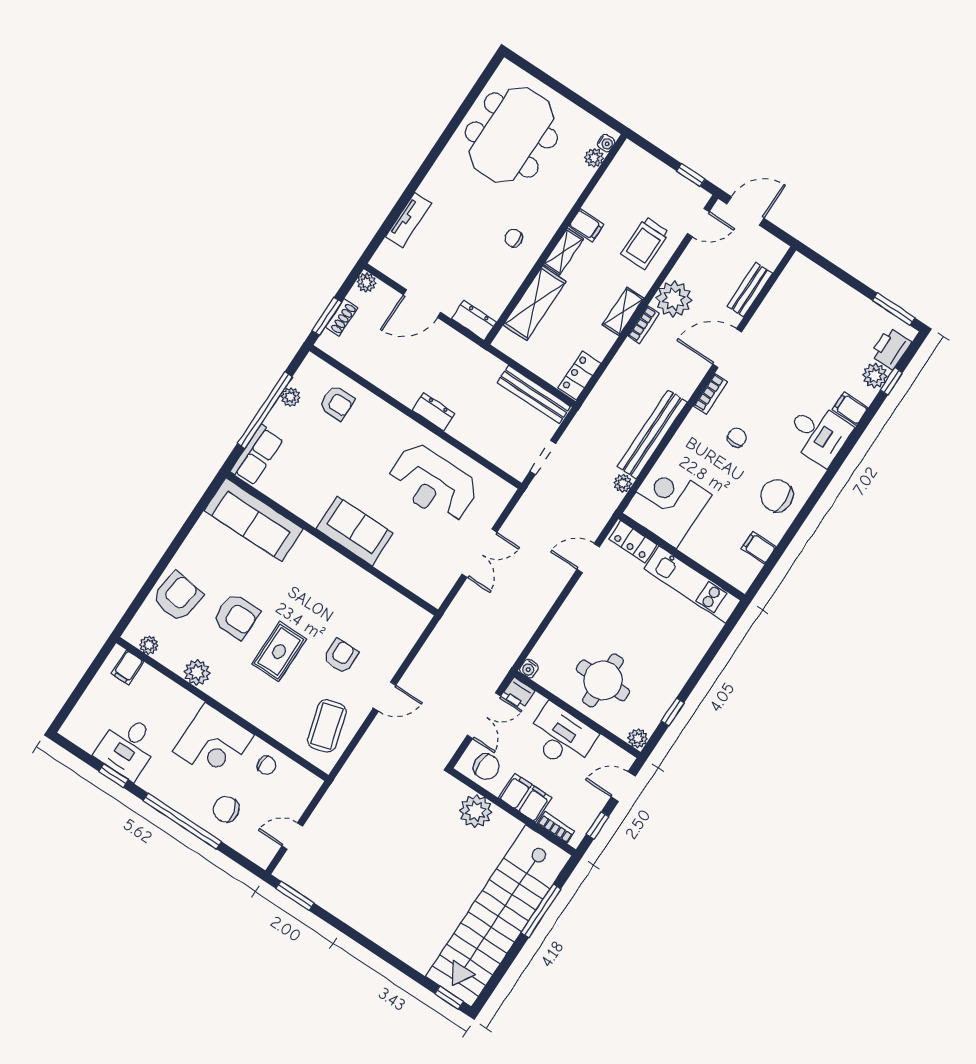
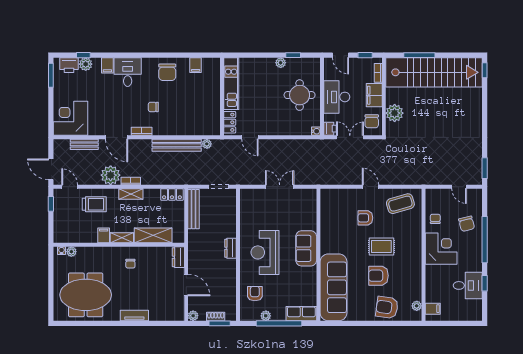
tv unit: (408, 220) -> (134, 315), moved
reception desk: (433, 483) -> (265, 252), moved, turned 180
corner desk: (667, 504) -> (70, 118), moved, turned 90
sofa: (254, 520) -> (334, 287), width x1.36, depth x1.27
armchair: (236, 616) -> (378, 276), turned -90
plant: (197, 672) -> (415, 277), removed
plant: (638, 738) -> (281, 63), moved
chair: (486, 767) -> (372, 121), turned 180

